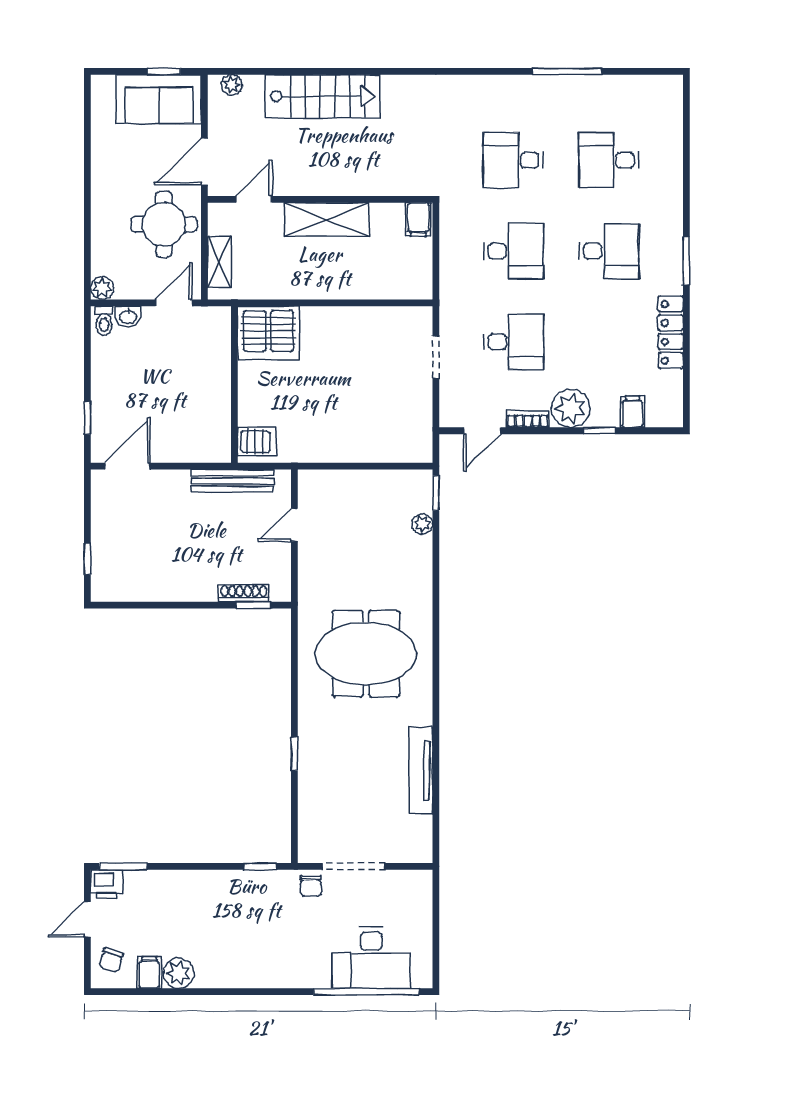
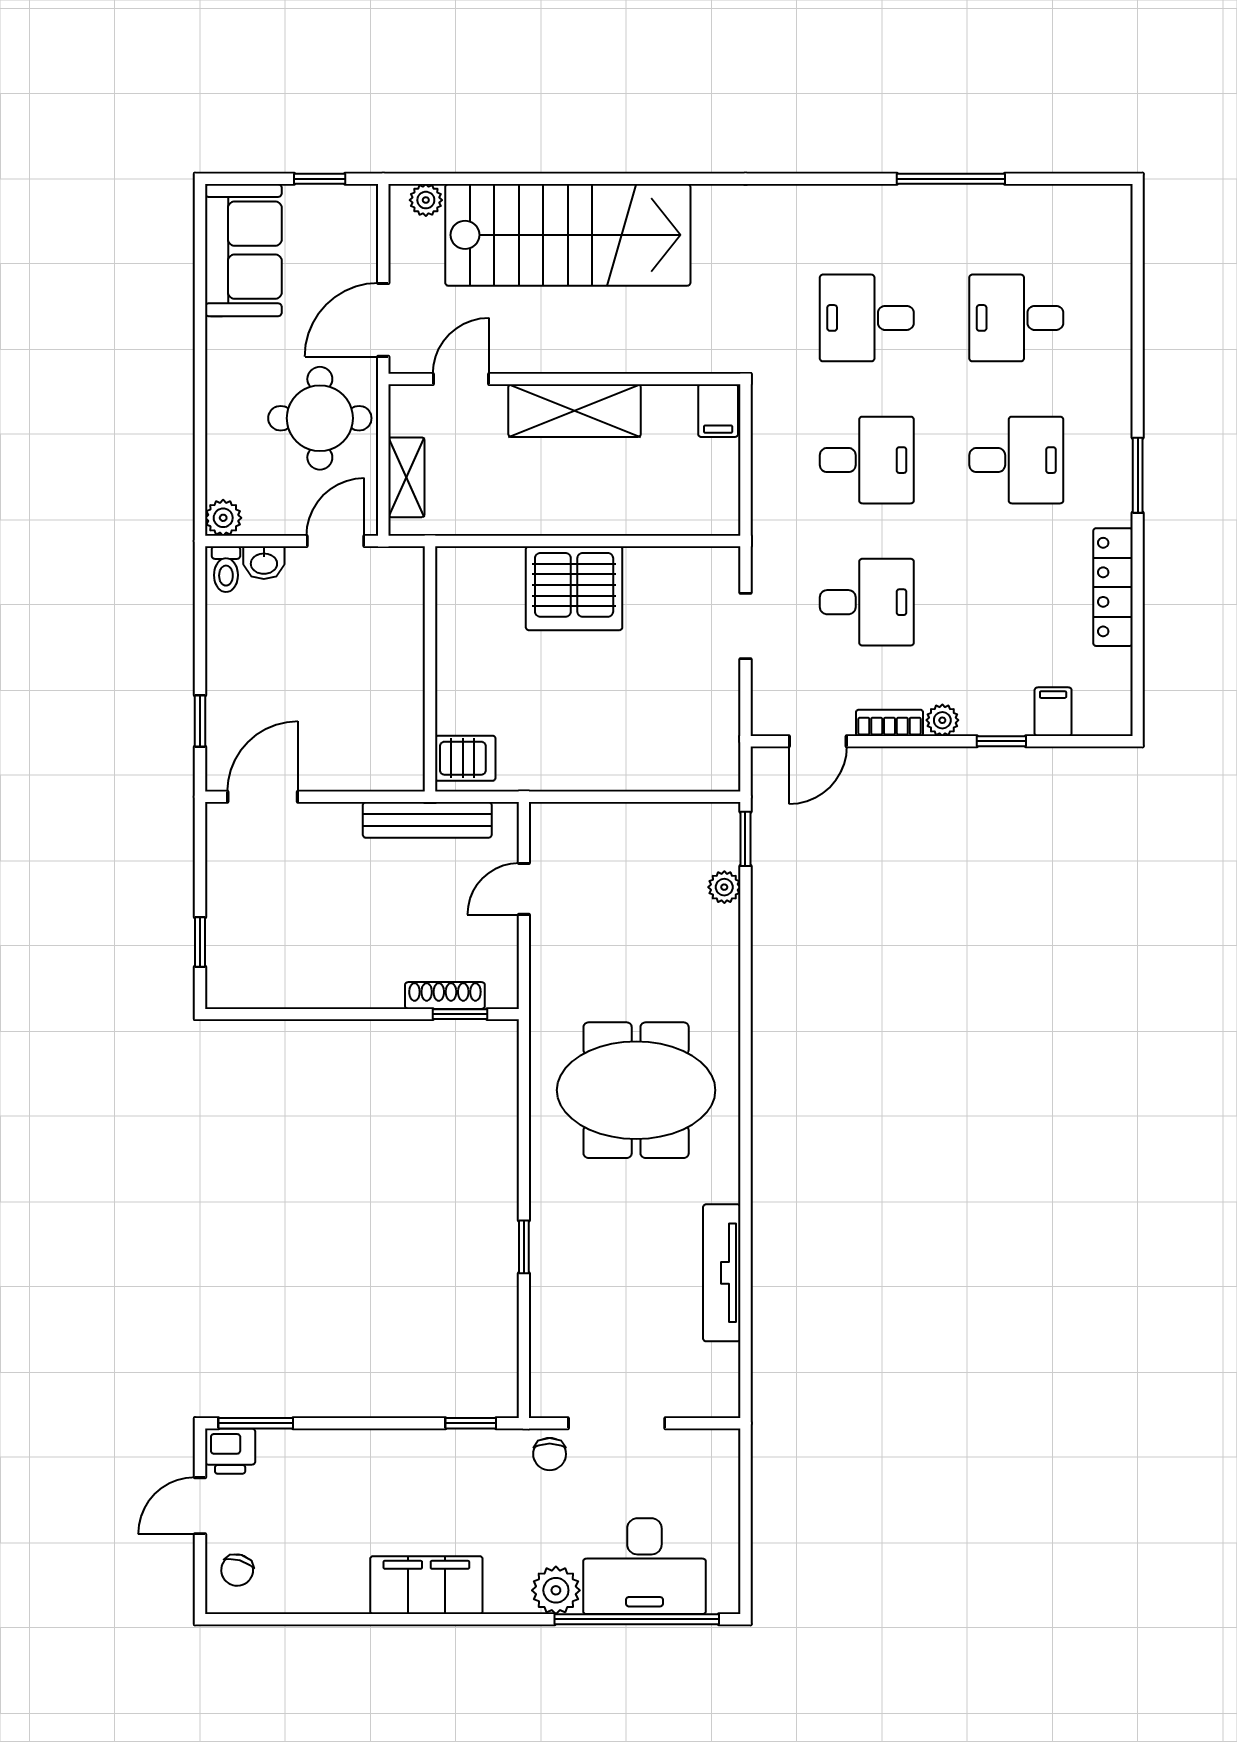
stairs: (322, 96) -> (568, 235), width x1.36, depth x1.51
sofa: (159, 99) -> (243, 250), moved, turned -90
server rack: (268, 333) -> (574, 588), moved
plant: (571, 408) -> (942, 720), width x0.53, depth x0.53
filing cabinet: (149, 972) -> (426, 1585), moved, width x3.00, depth x1.17
plant: (179, 973) -> (556, 1590), moved

